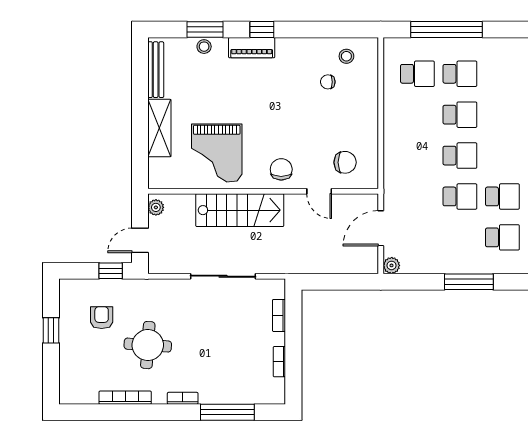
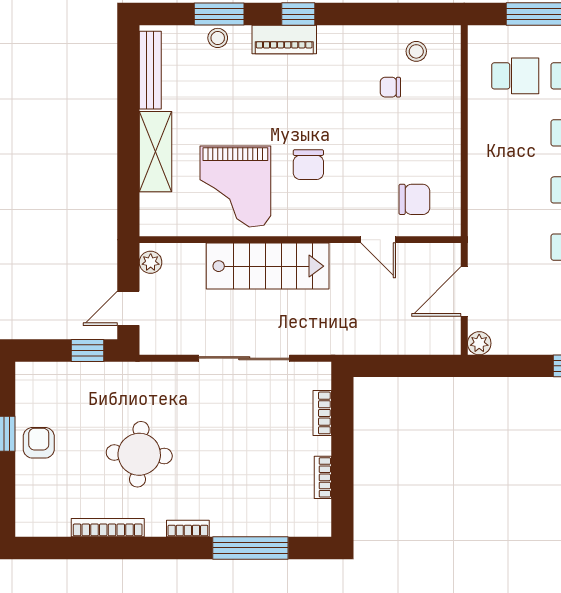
chair: (281, 169) -> (308, 165), moved, turned 180
armchair: (102, 318) -> (39, 443), moved

